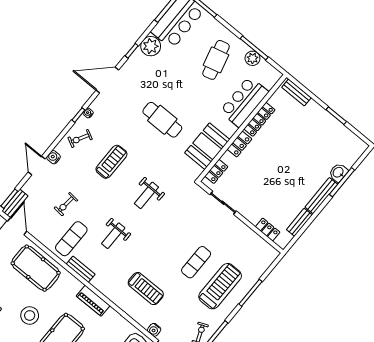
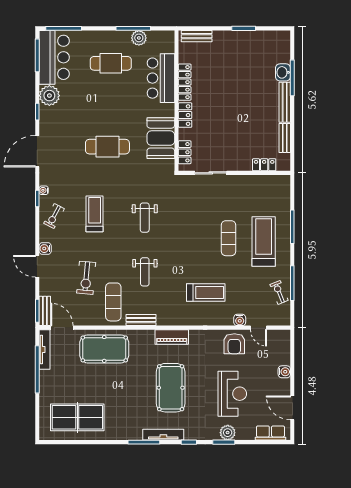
cafe table: (216, 60) -> (111, 63), turned -75
exercise bike: (66, 204) -> (86, 278), width x1.38, depth x1.39
stool: (30, 315) -> (131, 391), removed

